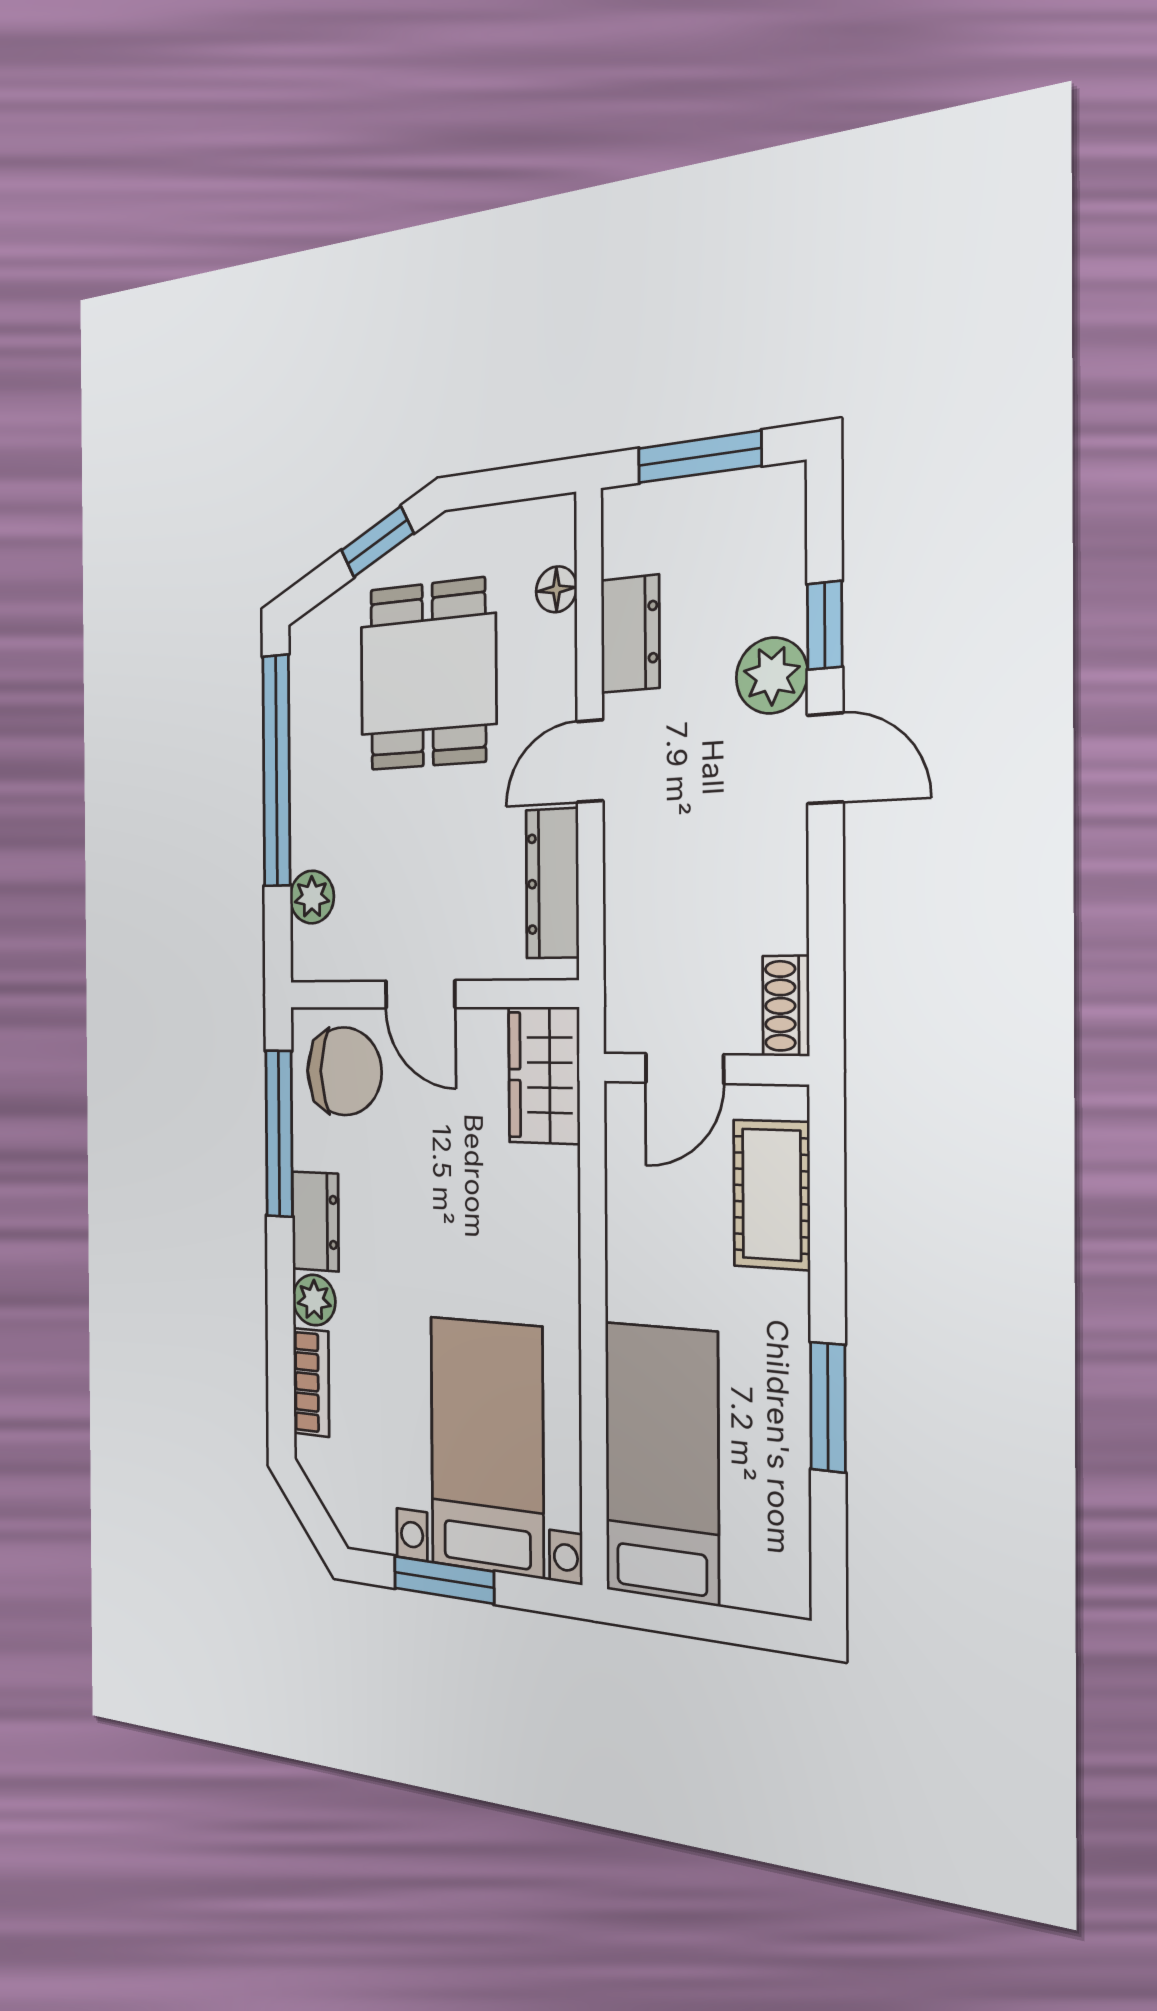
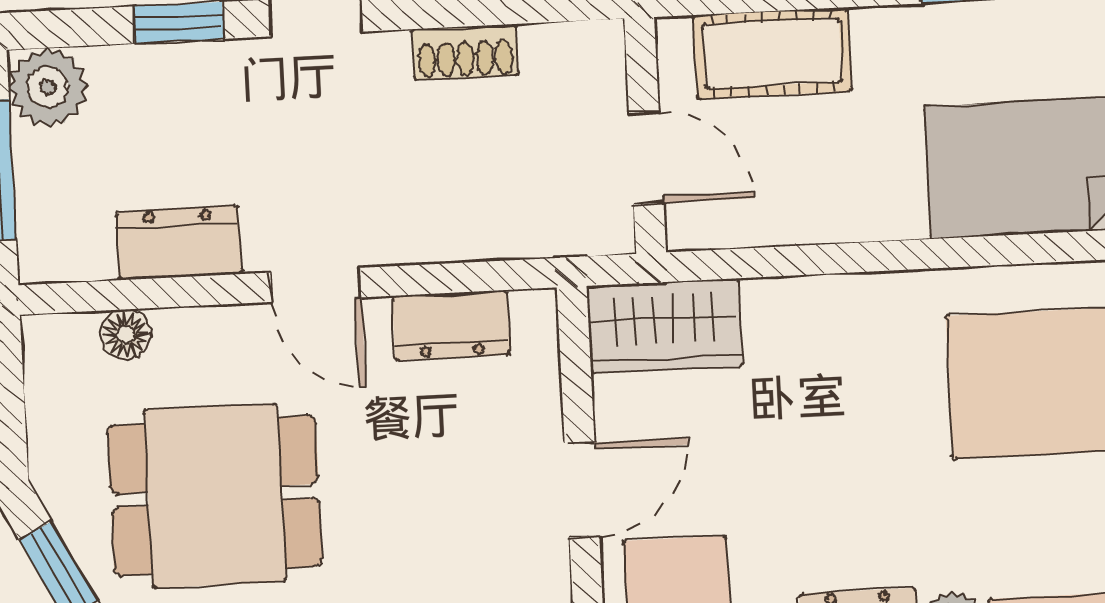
plant: (772, 676) -> (48, 87), moved
dresser: (552, 884) -> (451, 325), width x0.70
shoe rack: (786, 1006) -> (465, 52), moved

